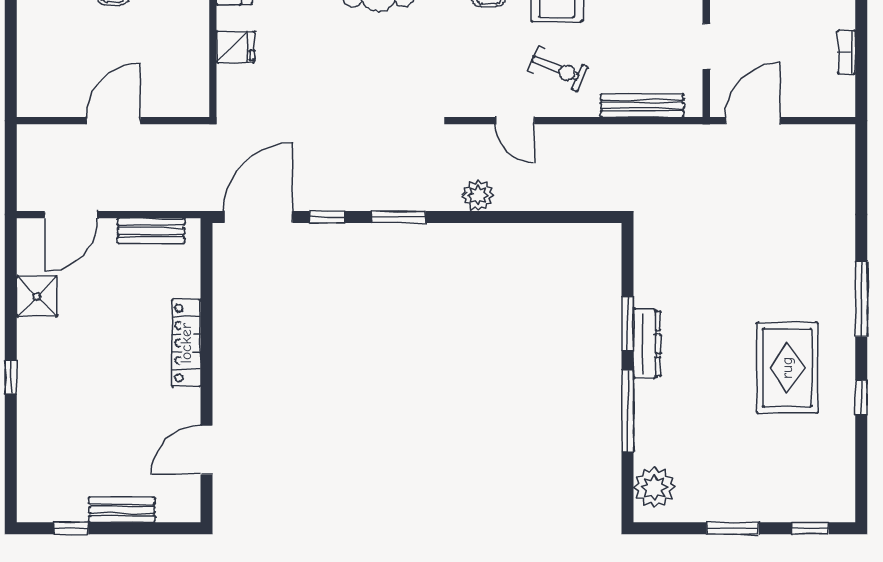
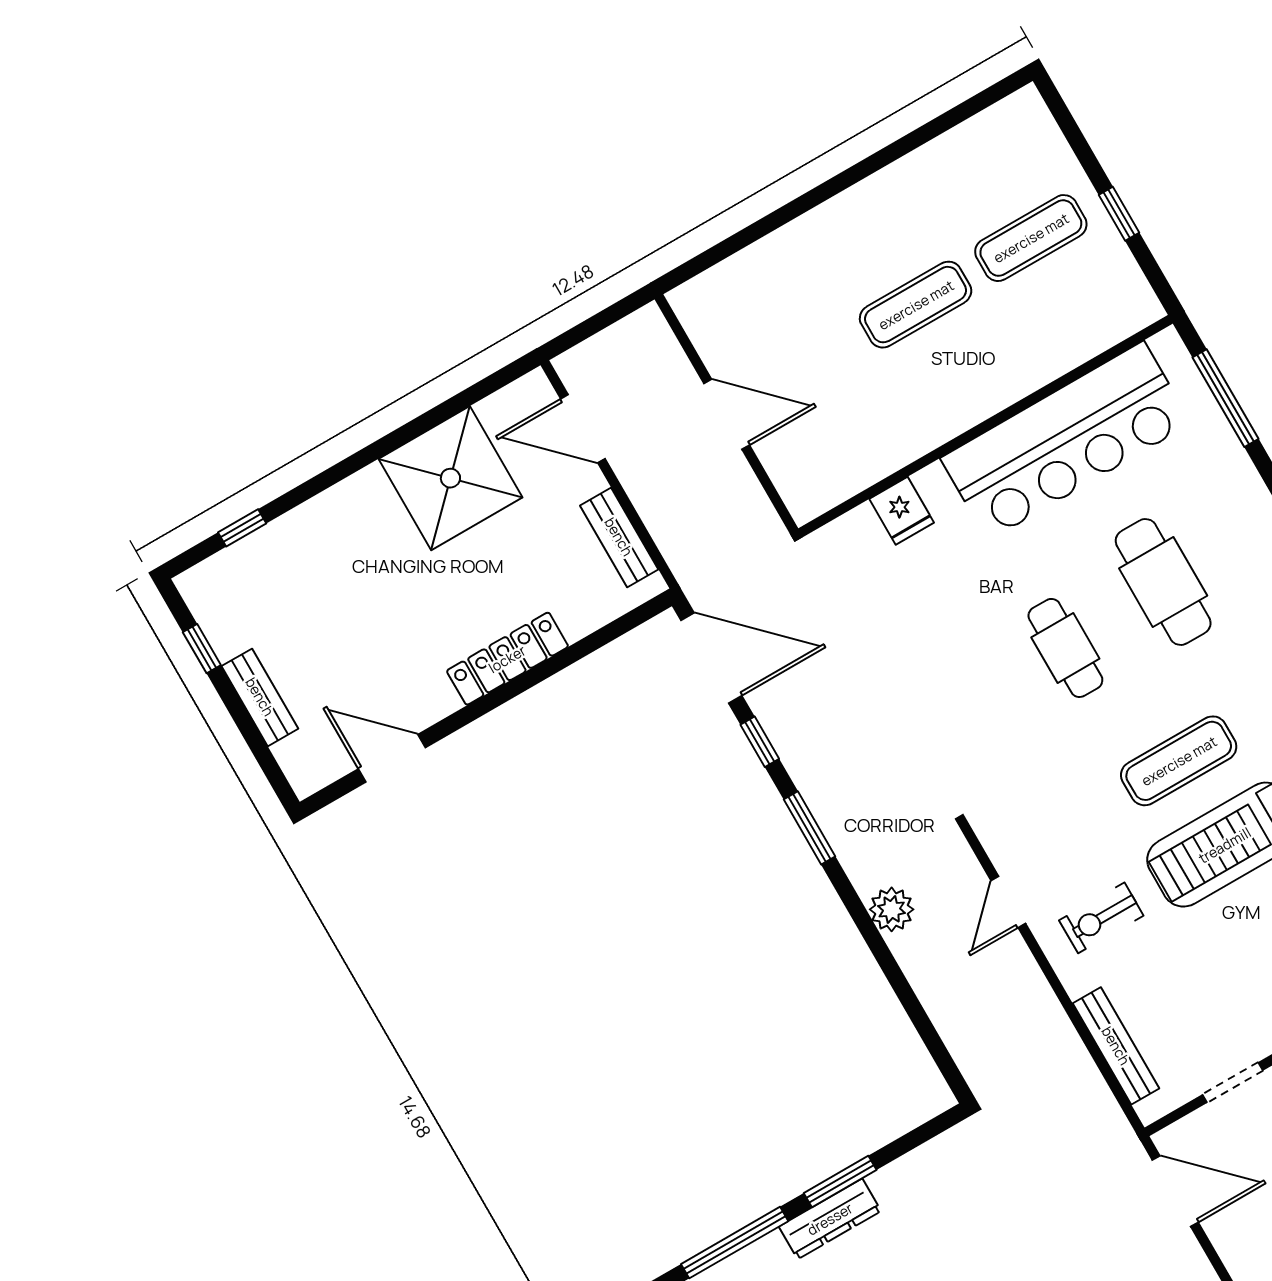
exercise bike: (558, 69) -> (1101, 918), turned 67
shower: (37, 296) -> (450, 478), width x1.86, depth x1.86
window: (11, 377) -> (242, 528), moved

